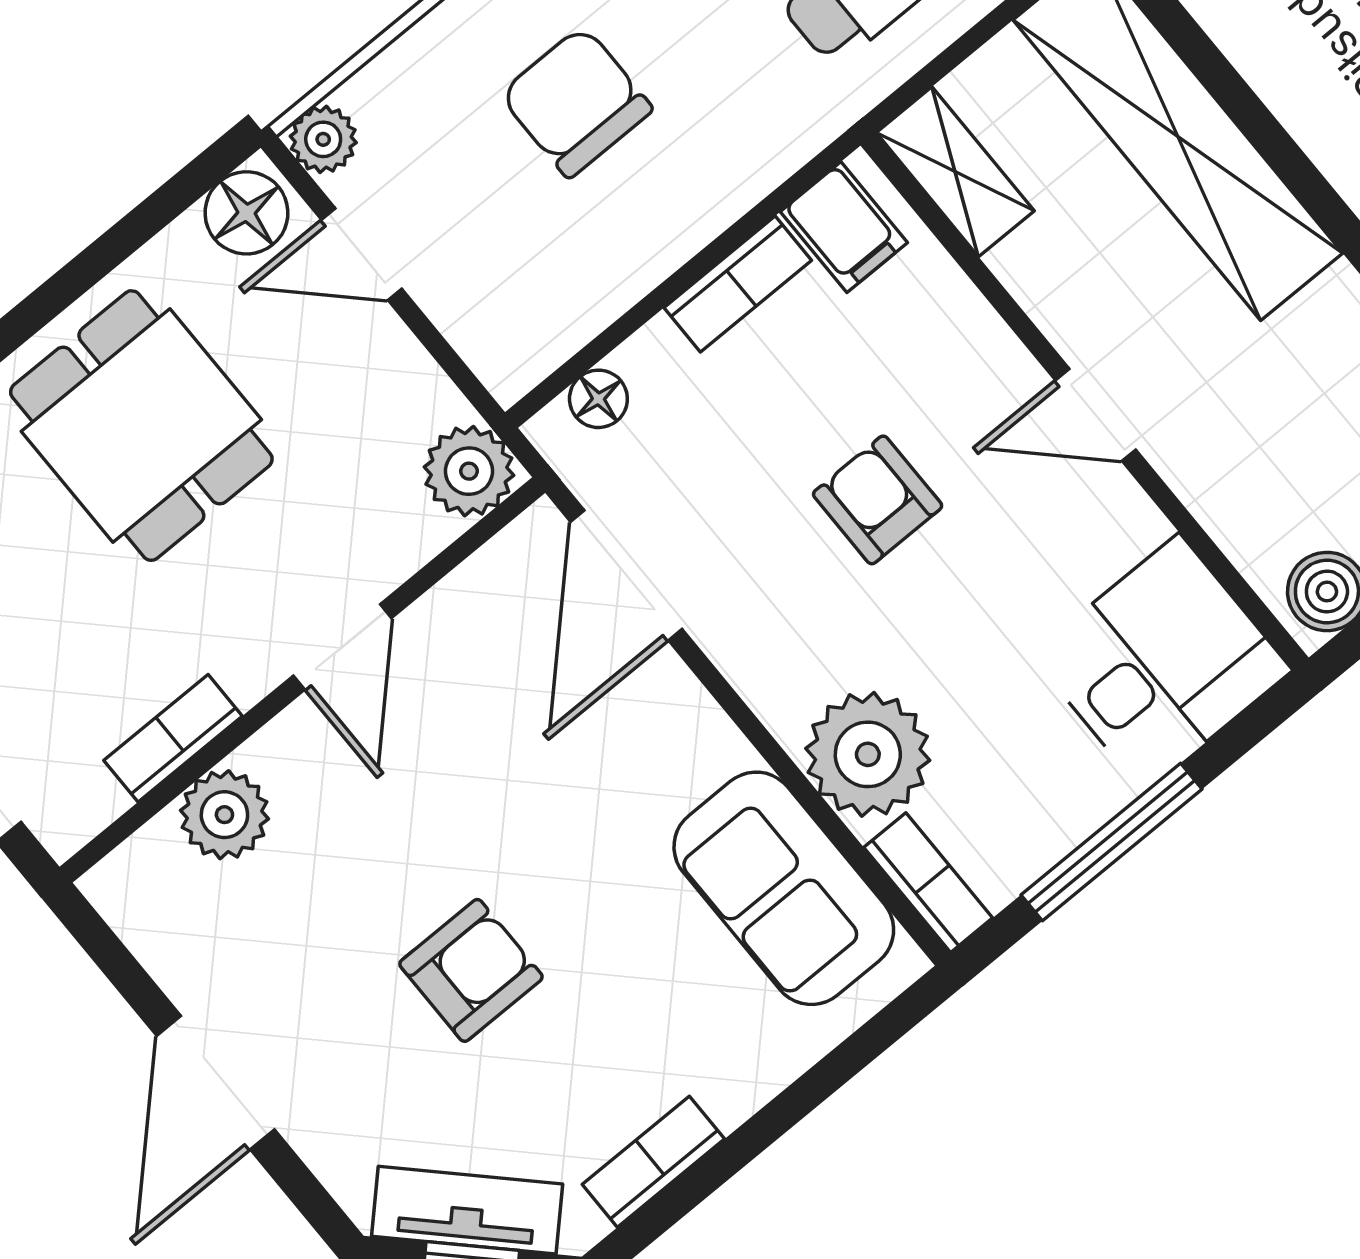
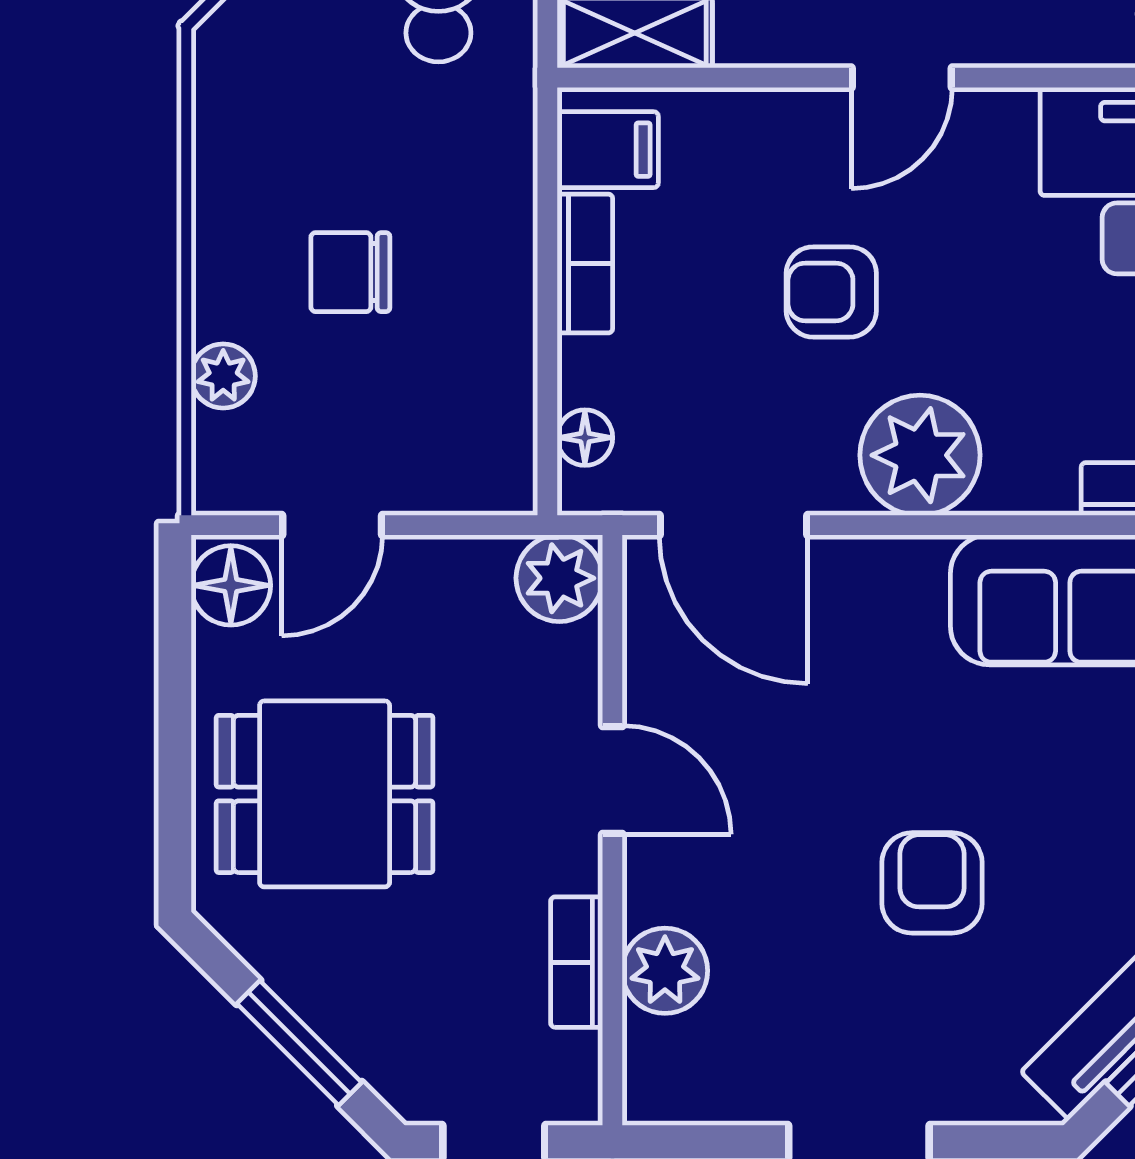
chair: (576, 102) -> (350, 272), width x0.73, depth x0.73
plant: (323, 139) -> (223, 376), moved
plant: (868, 754) -> (920, 455), moved

